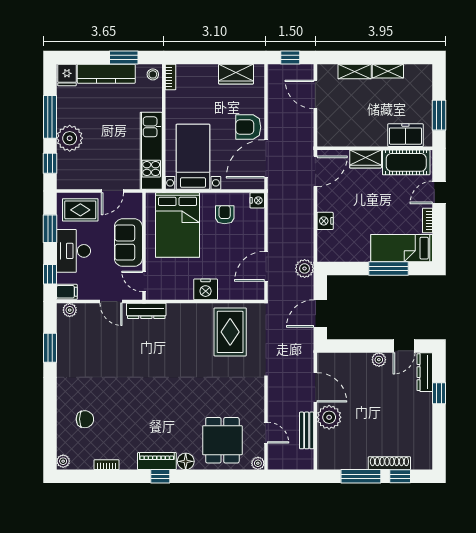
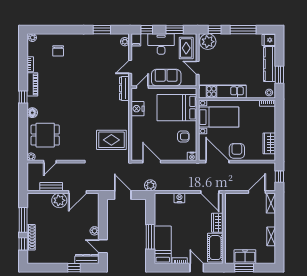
shelving: (355, 72) -> (271, 203), moved
freezer: (405, 135) -> (245, 257), moved, turned -90
plant: (70, 138) -> (208, 42), moved
nightstand: (206, 289) -> (138, 109), moved
piano: (157, 461) -> (32, 84), moved

